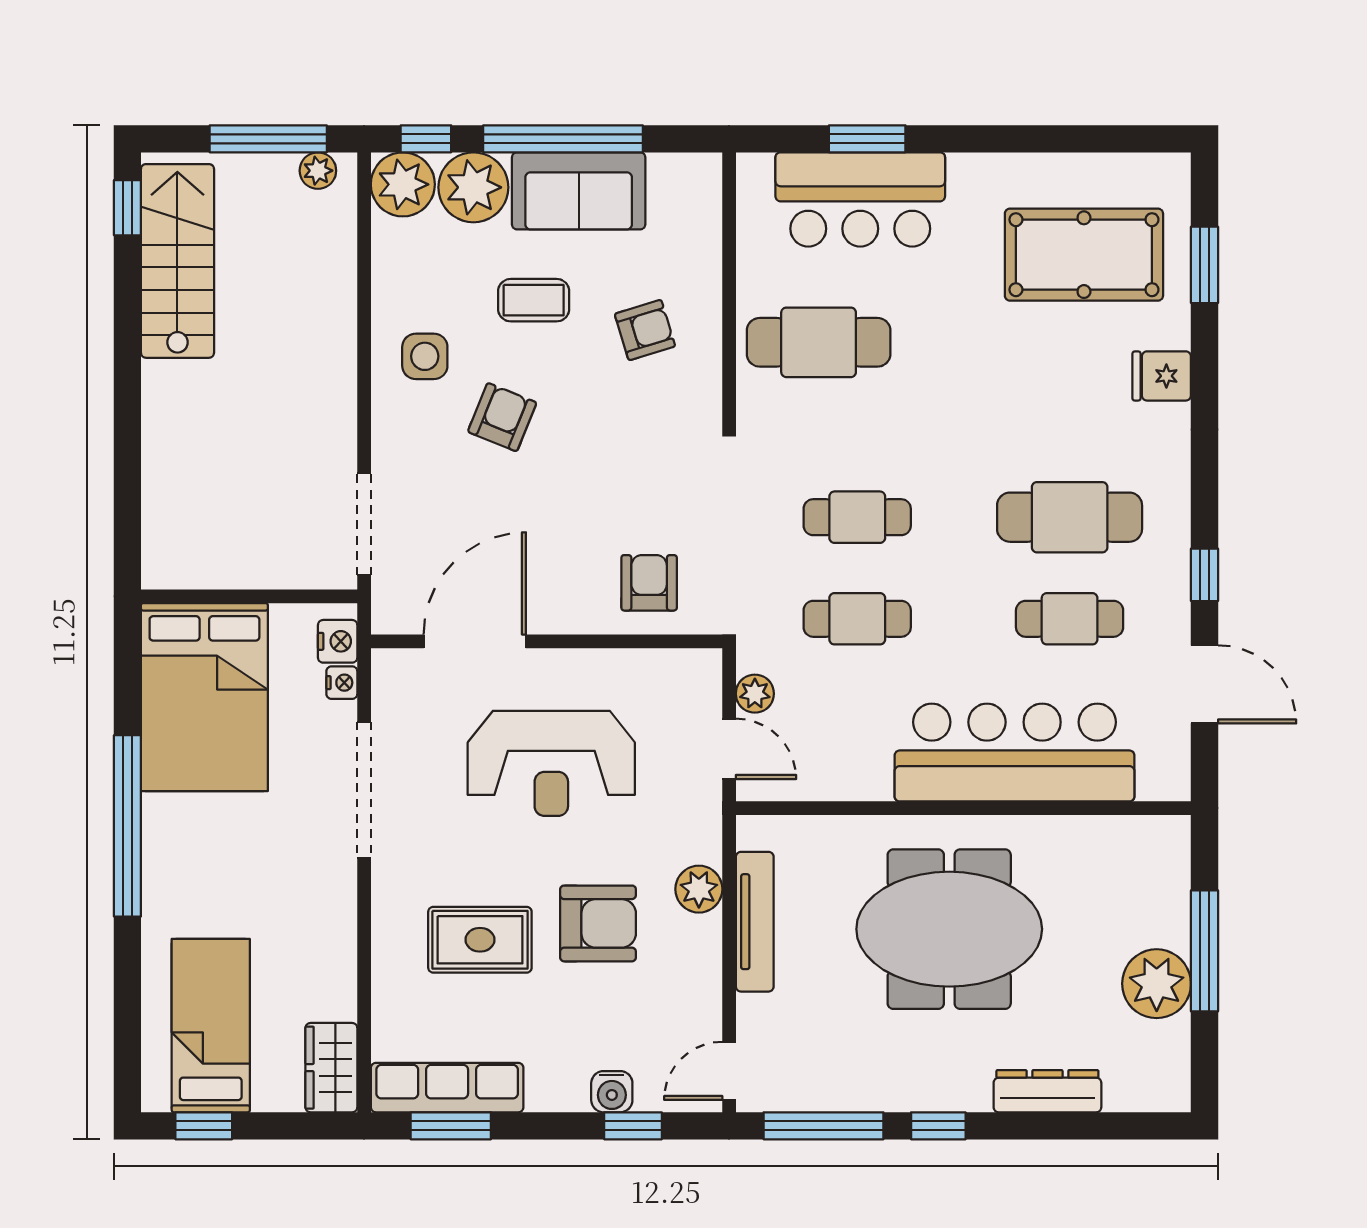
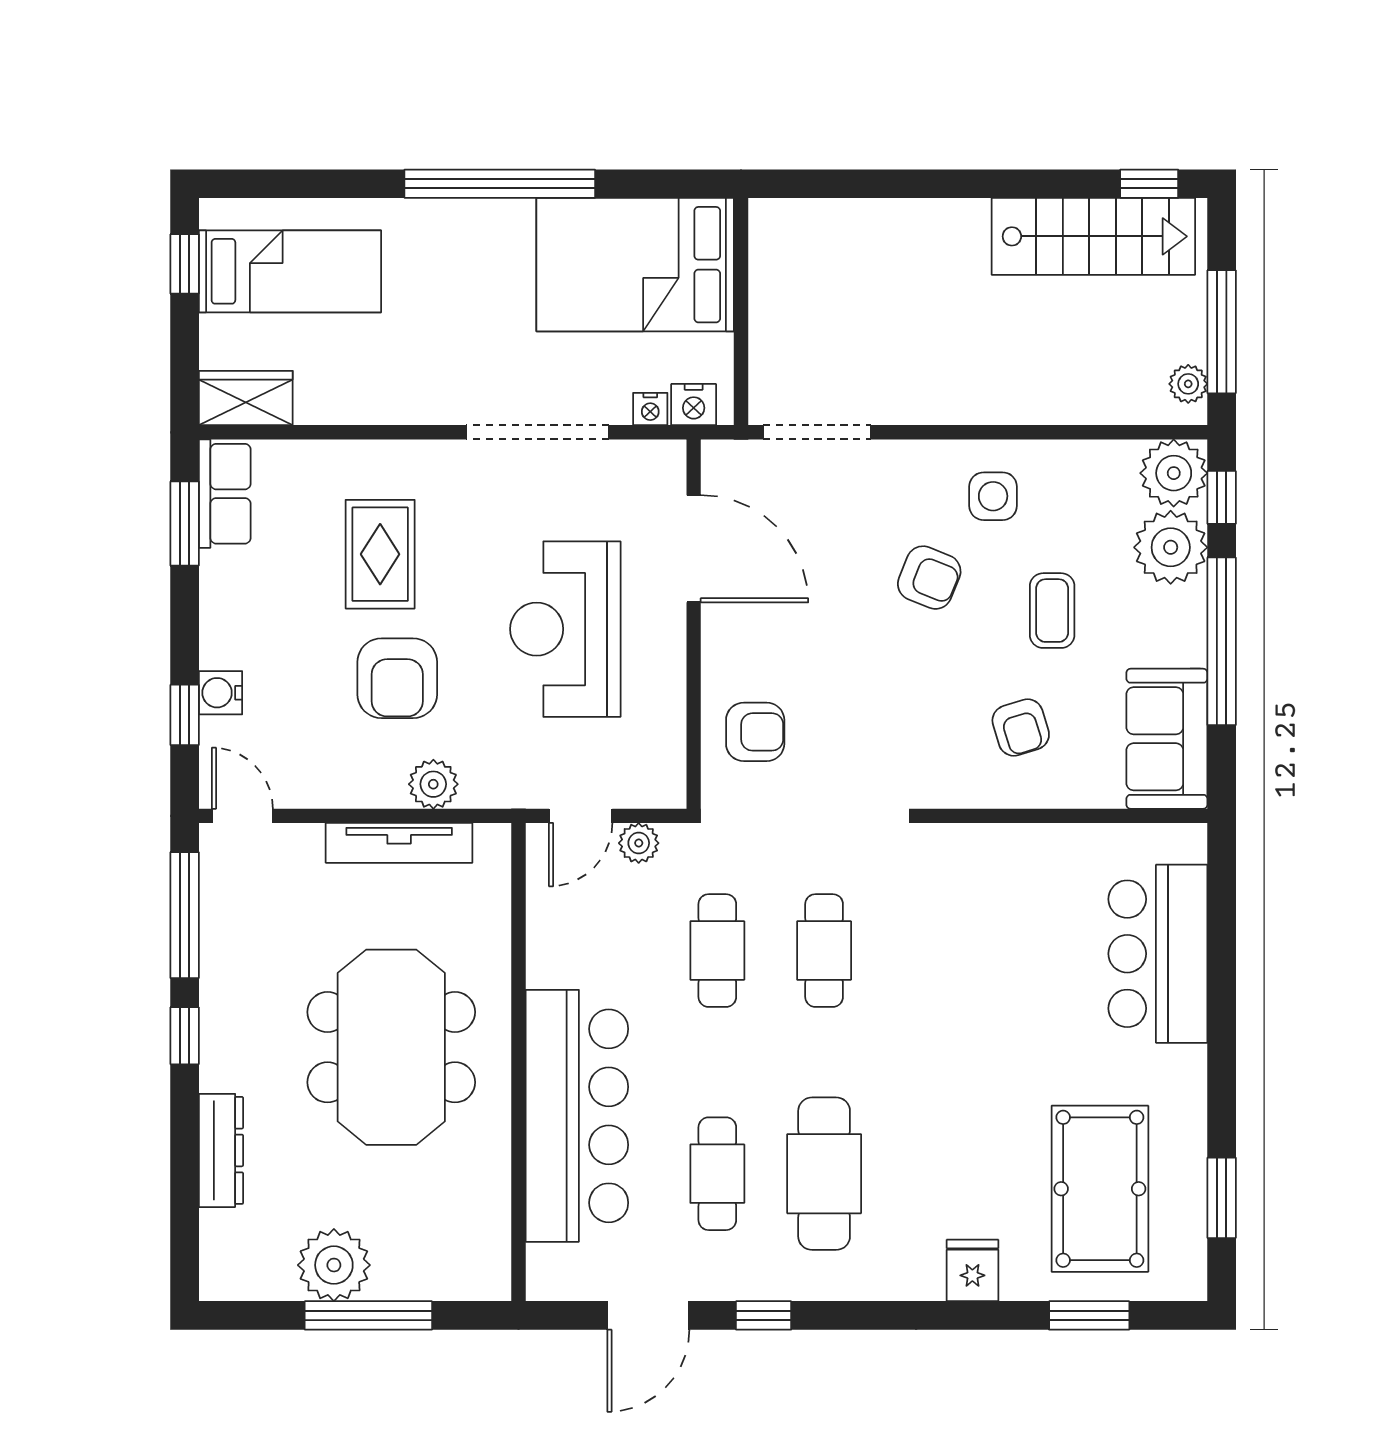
window: (867, 139) -> (1222, 1198), moved
sofa: (579, 191) -> (1167, 739), moved
cafe table: (819, 342) -> (1008, 910), removed
row of seats: (447, 1088) -> (225, 494), width x0.68

